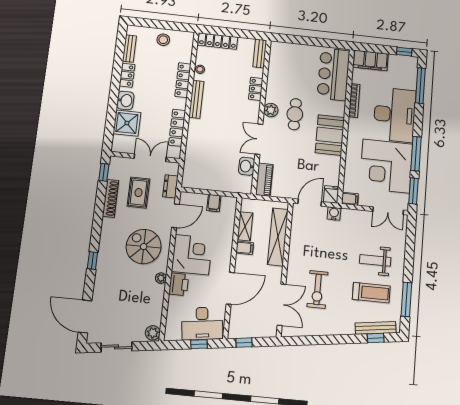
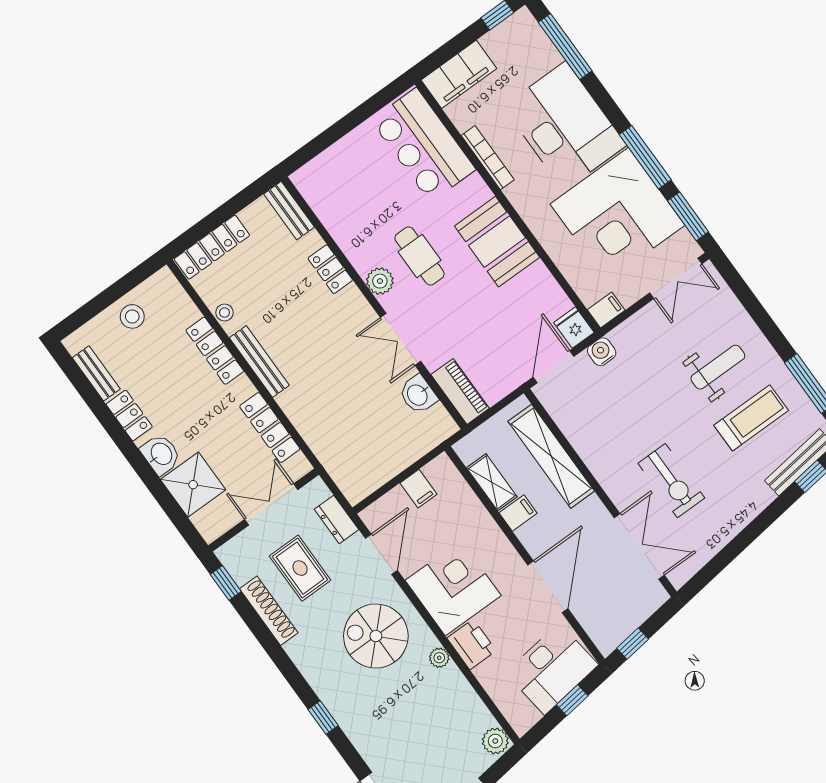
weight bench: (375, 260) -> (718, 367), turned 180

